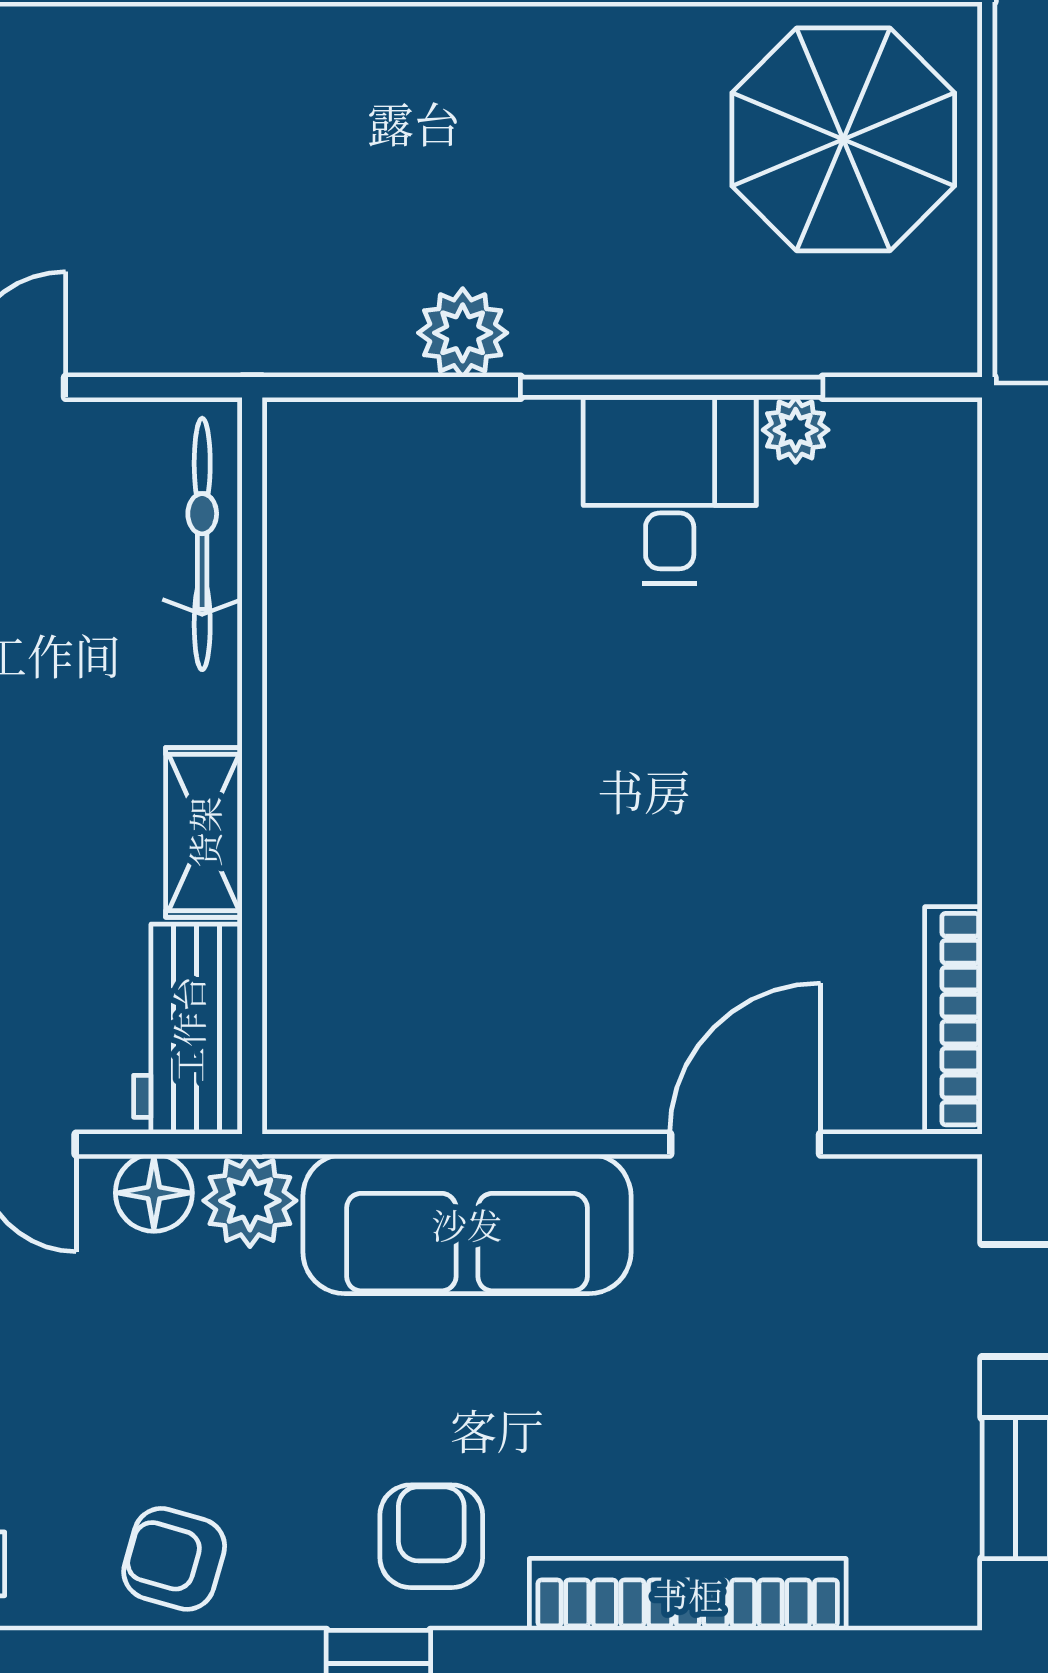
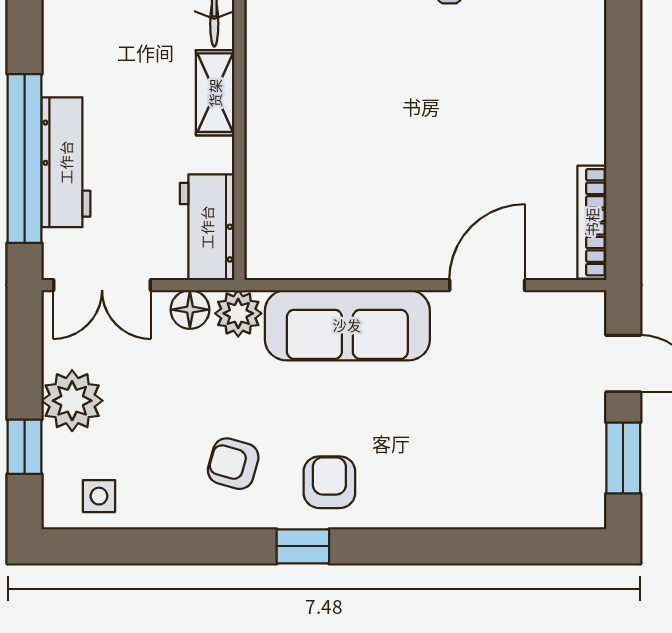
shelving: (204, 832) -> (215, 93), moved
armchair: (174, 1559) -> (233, 464), moved
bookcase: (688, 1594) -> (458, 511), removed

